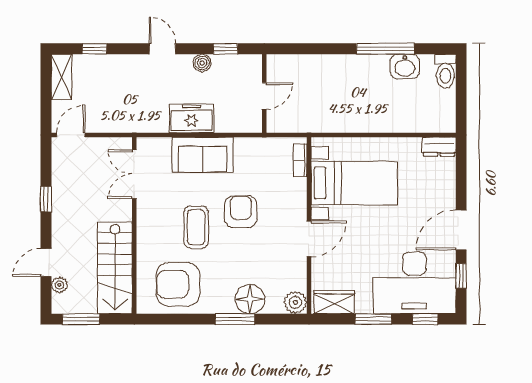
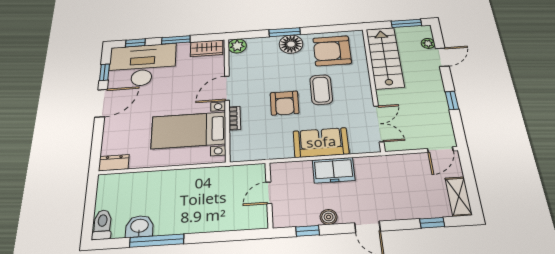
bookcase: (300, 160) -> (235, 118), moved
armchair: (178, 284) -> (332, 51), turned 180
floor lamp: (250, 299) -> (291, 44), moved

